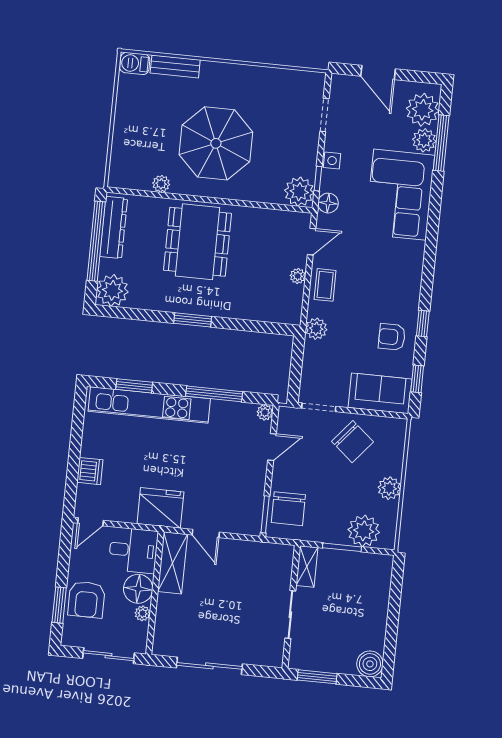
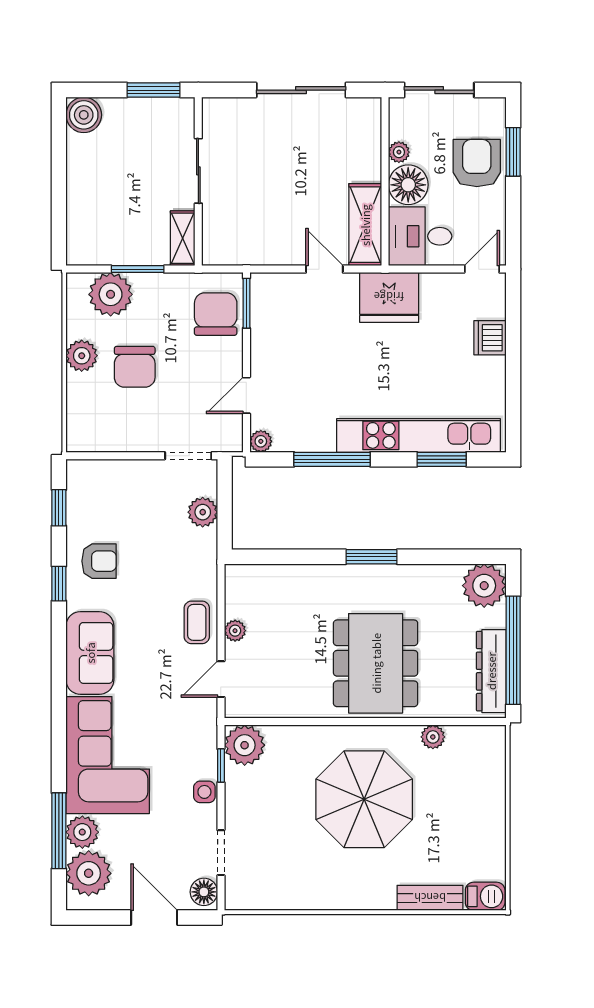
floor lamp: (328, 203) -> (204, 892), moved
plant: (316, 329) -> (203, 512), moved
sofa: (380, 393) -> (90, 653), moved, turned -90
chair: (352, 442) -> (135, 367), moved, turned -130

